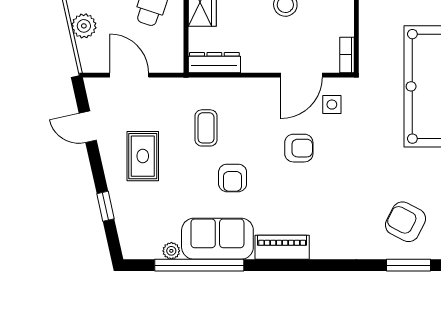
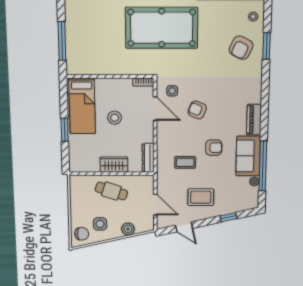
door: (129, 75) -> (155, 205), swing flipped
door: (88, 127) -> (184, 227), hinge flipped
armchair: (299, 148) -> (197, 110), turned -68

